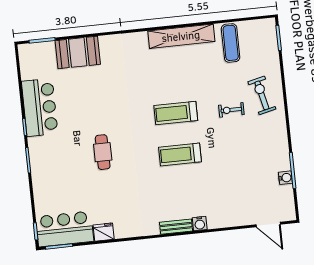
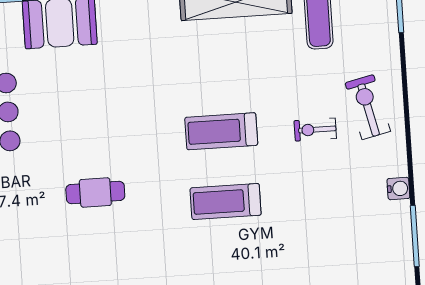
cafe table: (103, 152) -> (95, 192), turned 90
water cooler: (285, 178) -> (398, 189), moved

